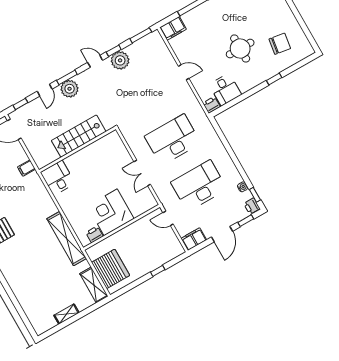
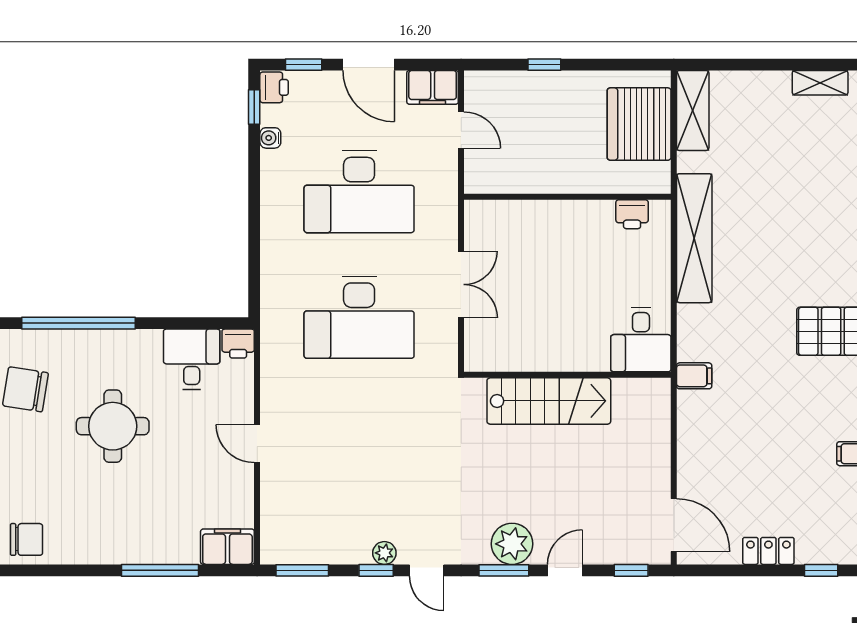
plant: (120, 60) -> (384, 553), width x0.53, depth x0.53
window: (274, 79) -> (79, 323), width x3.17
stairs: (79, 136) -> (549, 401), moved
wall: (77, 150) -> (567, 375), moved
filing cabinet: (26, 168) -> (694, 376), moved
desk: (58, 178) -> (641, 340), moved
corner desk: (111, 212) -> (573, 241), removed
door: (168, 218) -> (461, 130), moved
door: (222, 234) -> (369, 65), swing flipped
shelving: (66, 314) -> (820, 83), moved

